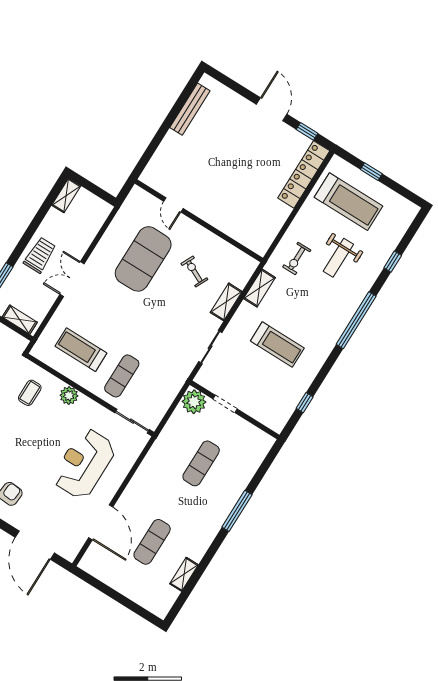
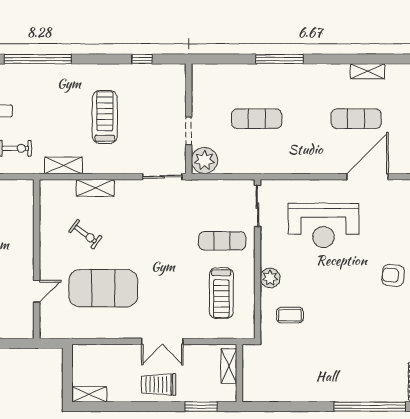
exercise bike: (194, 271) -> (85, 234), turned -80
sliding door: (210, 347) -> (162, 177), moved

